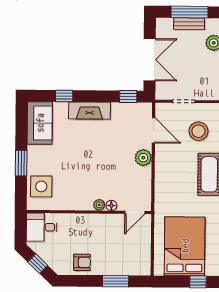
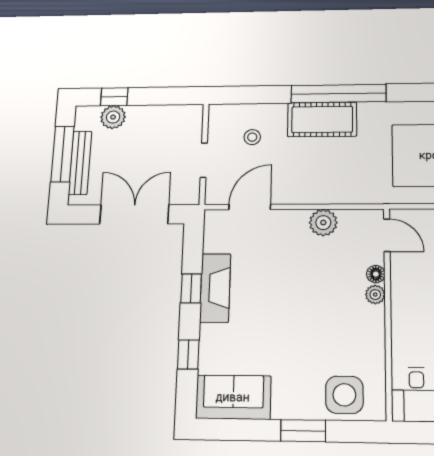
bench: (189, 24) -> (80, 163), width x1.36
window: (128, 97) -> (191, 288), moved
fireplace: (90, 111) -> (215, 288), moved
stool: (199, 131) -> (252, 137), width x0.53, depth x0.53
plant: (143, 158) -> (323, 223), moved

